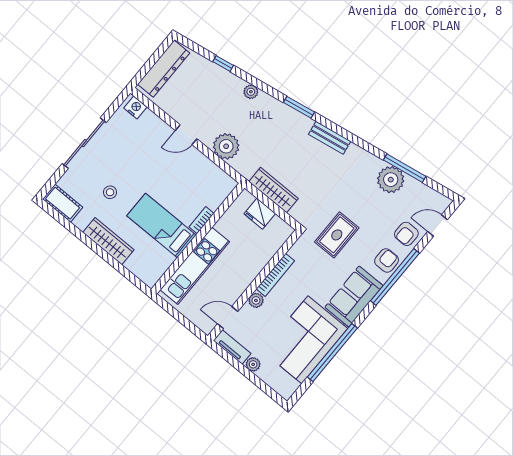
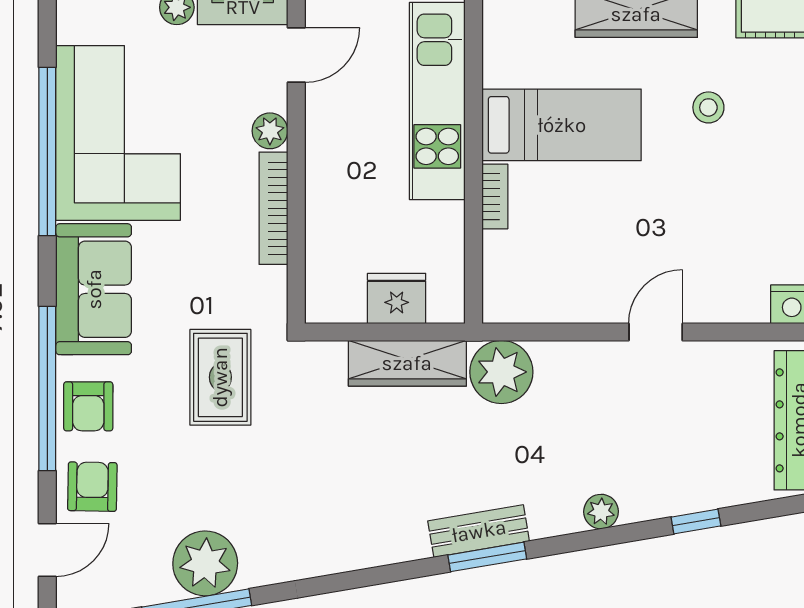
bench: (330, 138) -> (479, 531), moved
plant: (226, 146) -> (501, 372), moved

